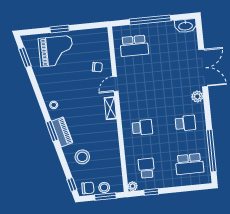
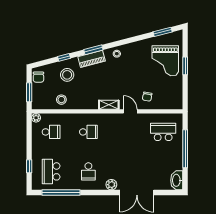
school desk: (134, 46) -> (163, 132), turned 90
school desk: (142, 127) -> (88, 132), turned -90
window: (72, 185) -> (64, 57), moved
stool: (104, 187) -> (61, 100), moved
window: (151, 192) -> (29, 166), moved

